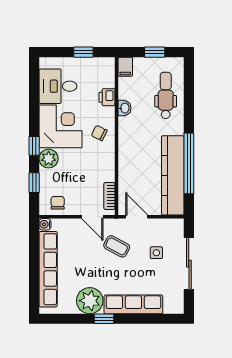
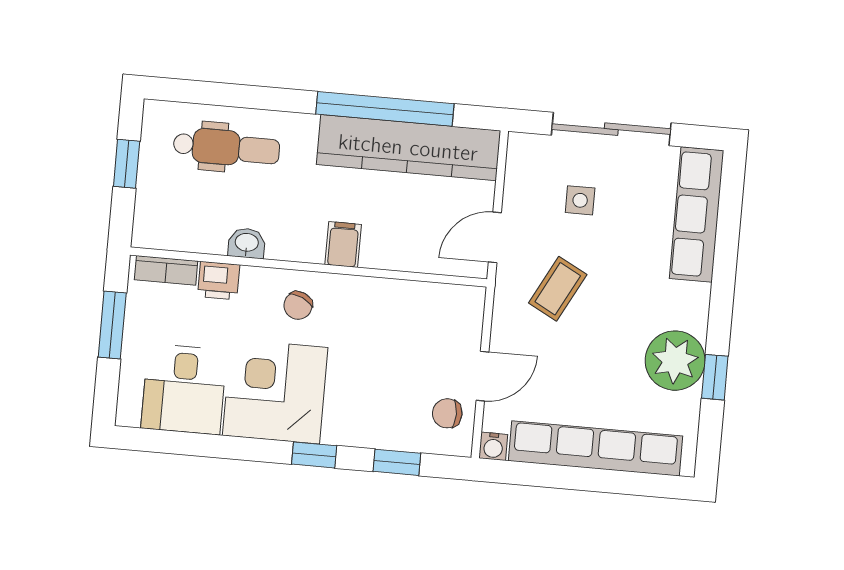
window: (83, 52) -> (112, 325), width x1.50
filing cabinet: (125, 67) -> (343, 244), moved, turned -90
dental chair: (166, 95) -> (227, 148), turned 180
plant: (49, 159) -> (346, 425), removed
bookcase: (109, 196) -> (166, 270), moved
door: (92, 217) -> (482, 376), moved
row of seats: (133, 304) -> (697, 214), moved
window: (104, 319) -> (715, 377), moved

